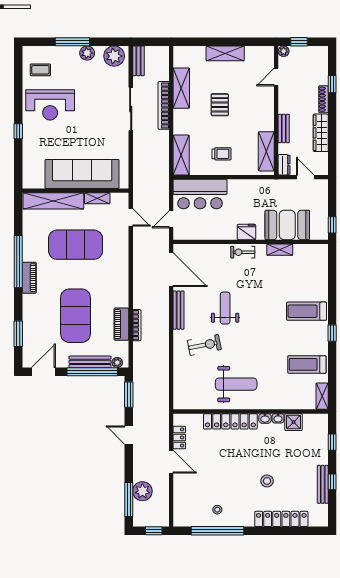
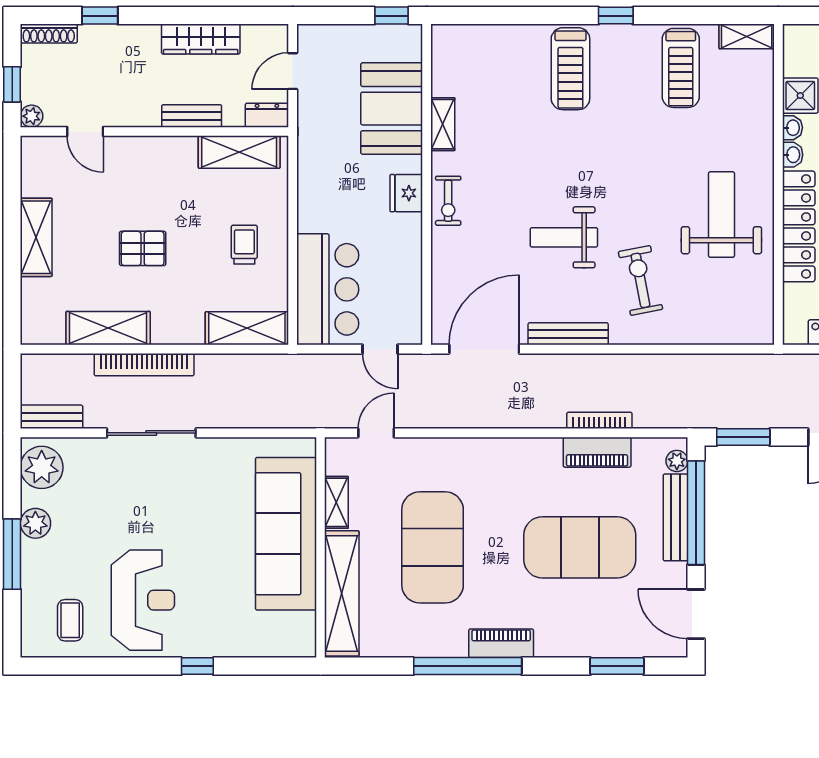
shoe rack: (323, 99) -> (49, 34), moved

